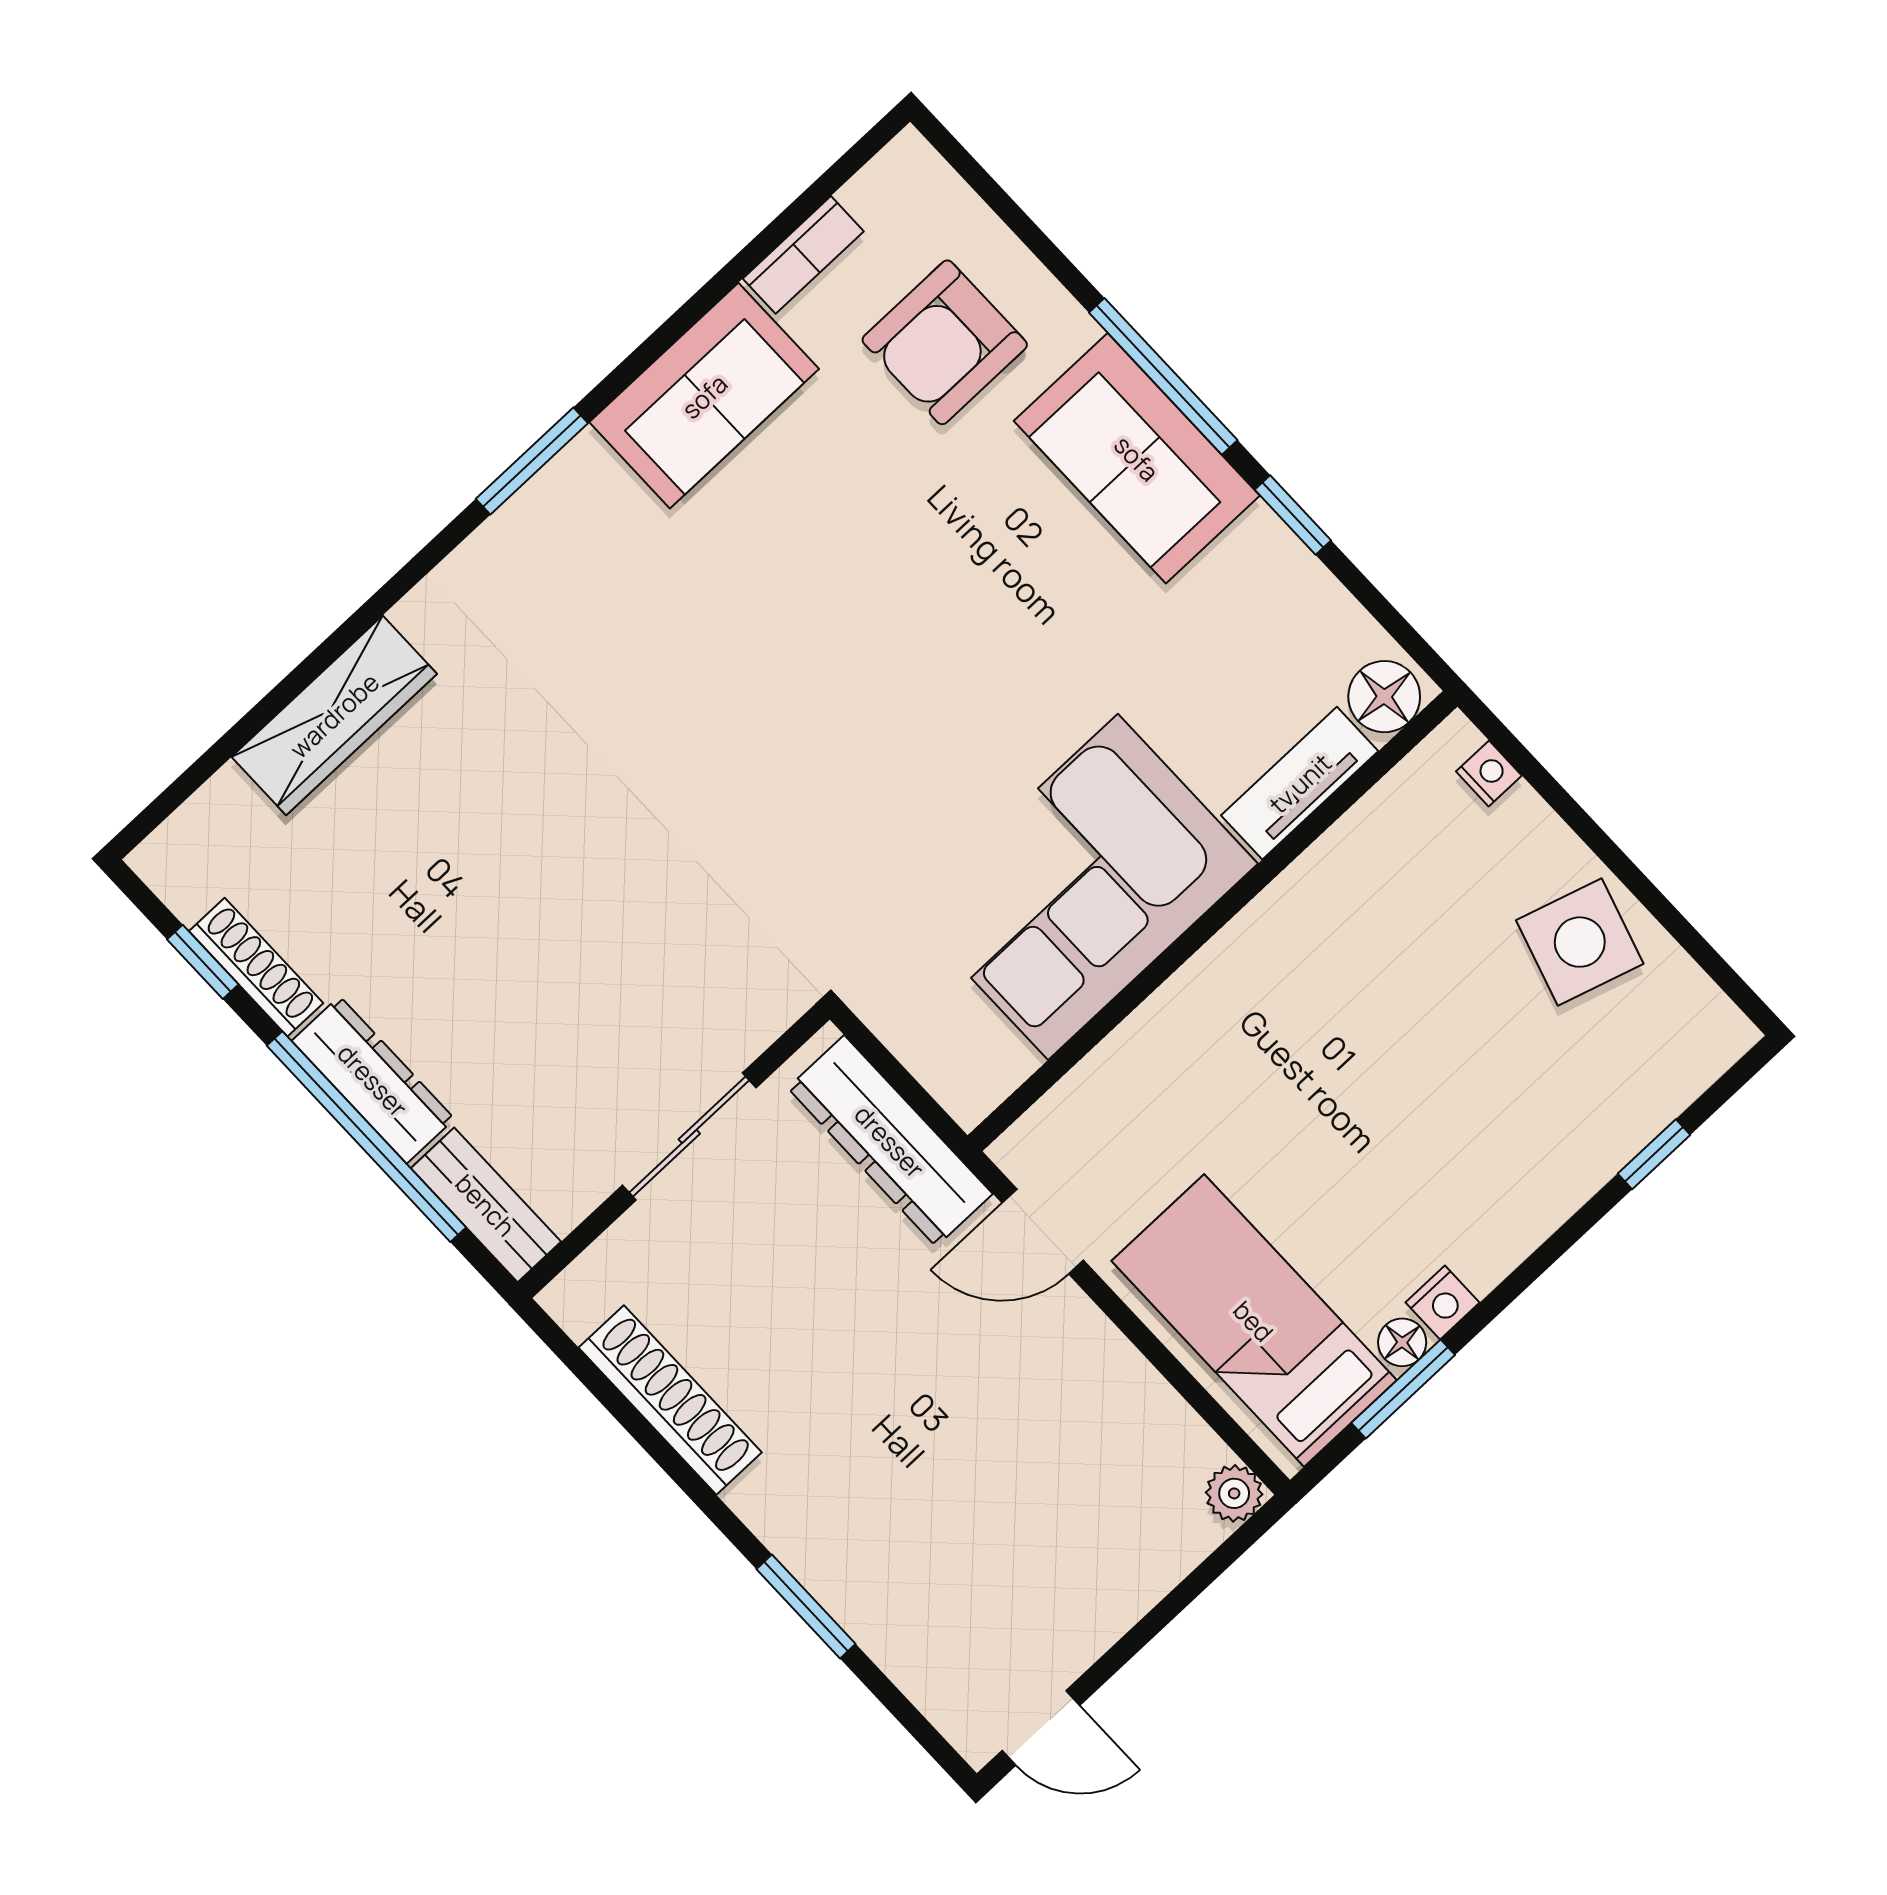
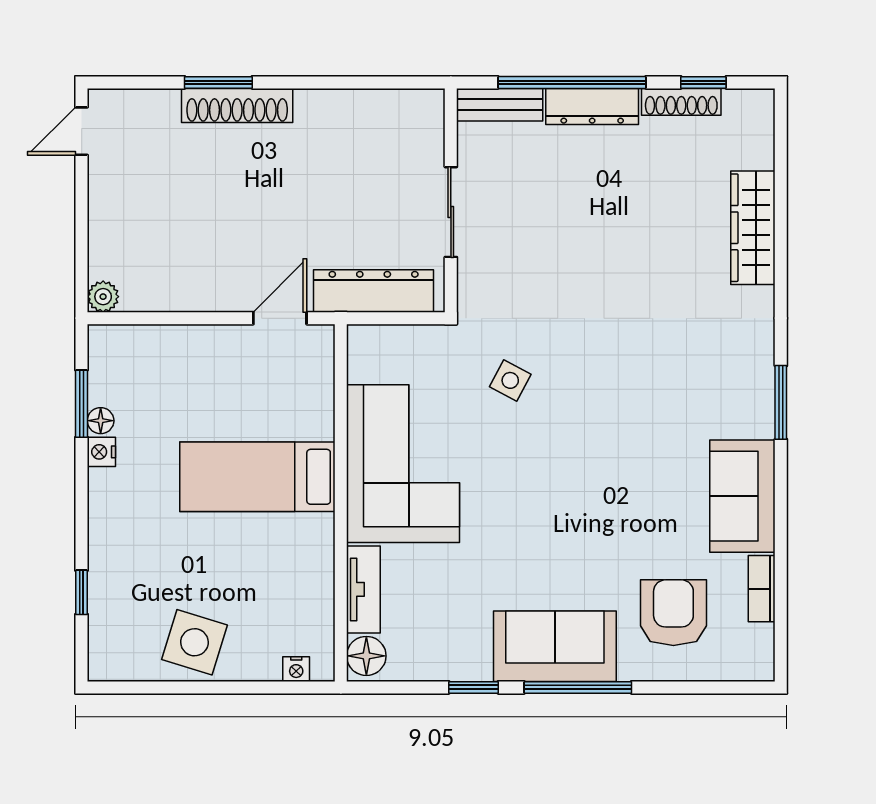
side table: (839, 848) -> (510, 380), added
bed: (1254, 1321) -> (257, 477), moved, turned 180
shoe rack: (670, 1400) -> (237, 105), moved

